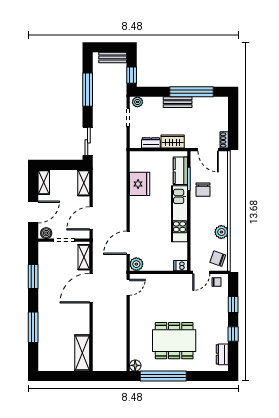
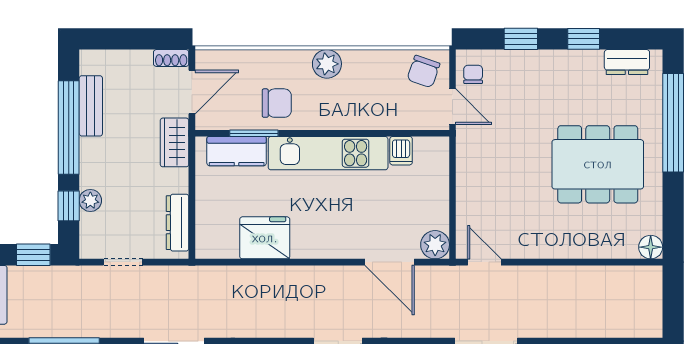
window: (155, 92) -> (69, 206), added
plant: (137, 102) -> (90, 200), moved
bench: (178, 102) -> (91, 106), moved
wardrobe: (173, 142) -> (175, 142), moved
dresser: (151, 143) -> (178, 223), width x1.44
plant: (221, 232) -> (327, 64), moved
dishwasher: (181, 266) -> (401, 151), moved
dining table: (174, 341) -> (598, 164), turned 90
window: (163, 376) -> (673, 123), moved

